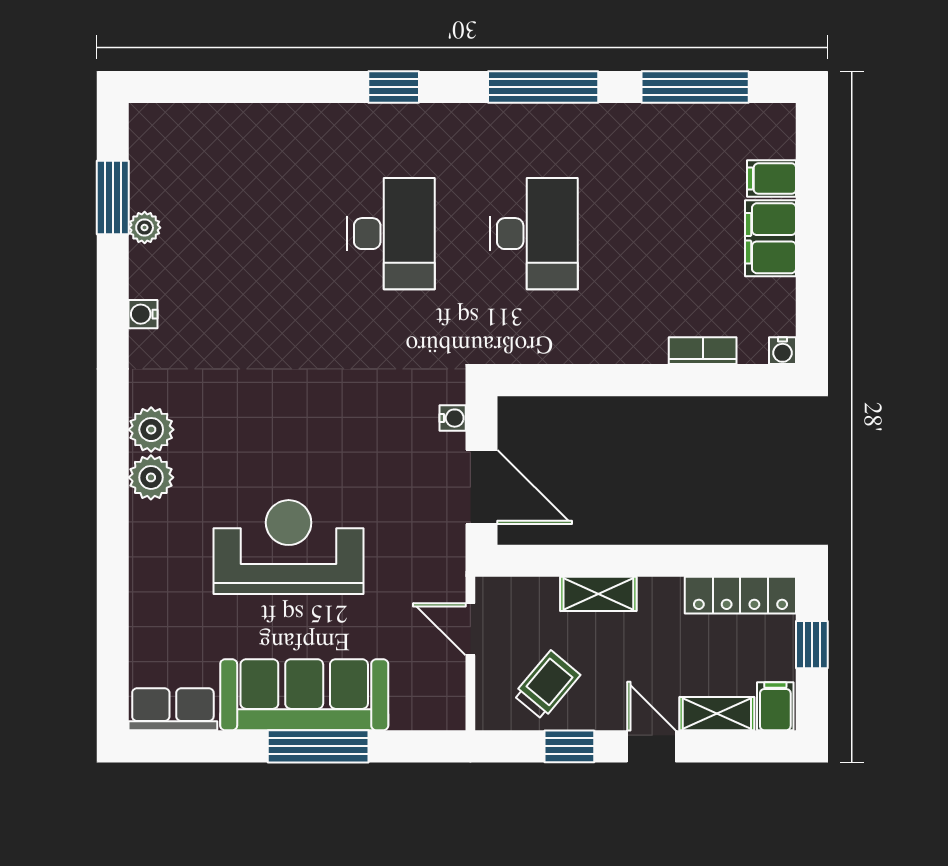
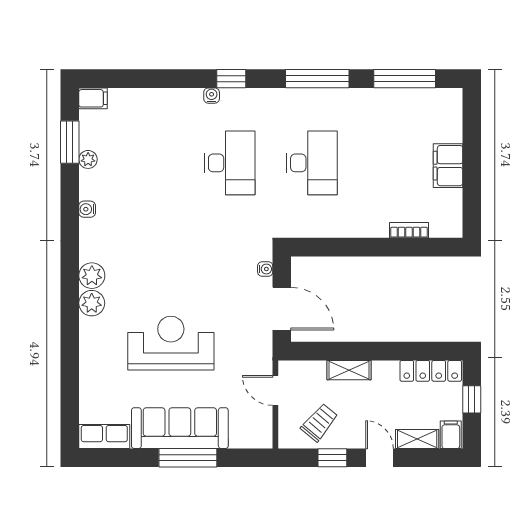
filing cabinet: (771, 179) -> (93, 98), moved, turned 180
water cooler: (782, 351) -> (212, 96), moved, turned 180

